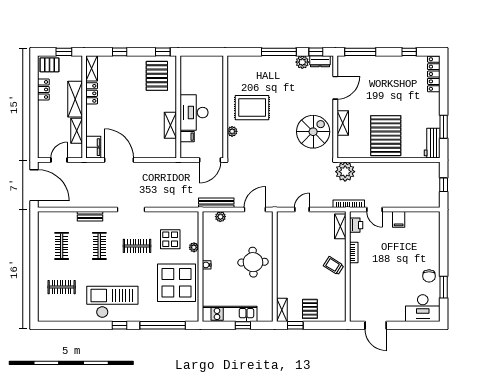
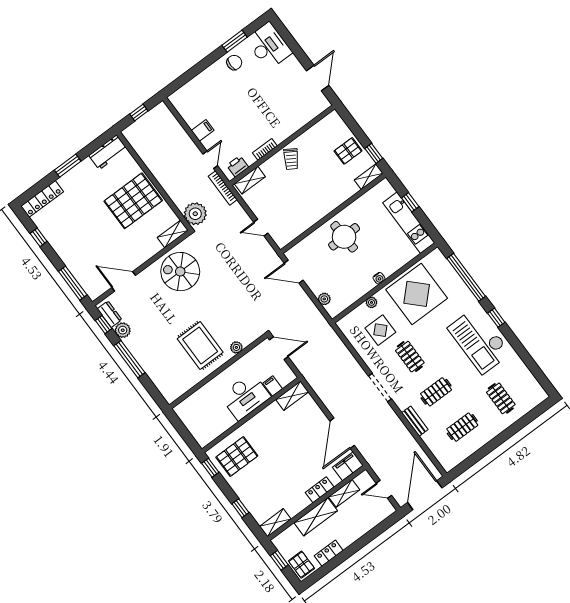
locker: (92, 93) -> (320, 490), moved
shelving: (343, 123) -> (173, 234), moved
shelving: (170, 125) -> (292, 396), moved
window: (444, 127) -> (68, 166), moved
bench: (216, 203) -> (314, 312), removed

